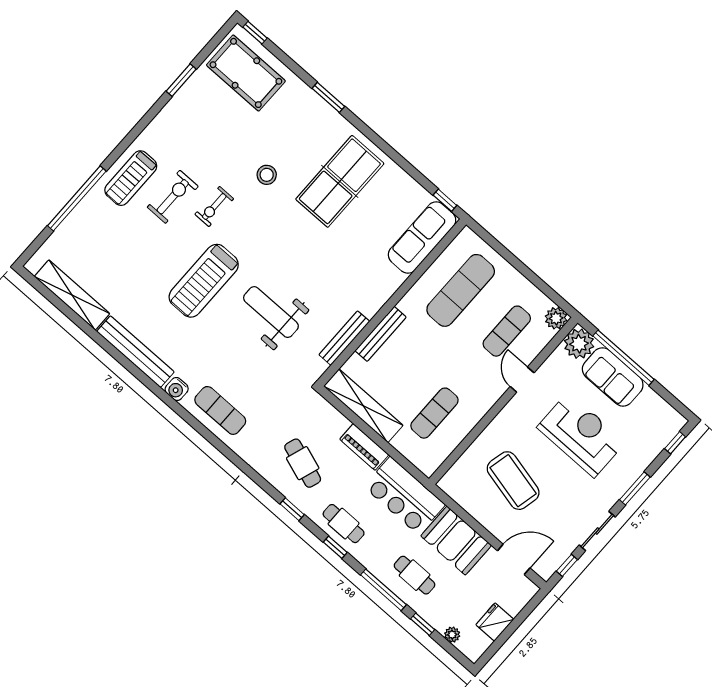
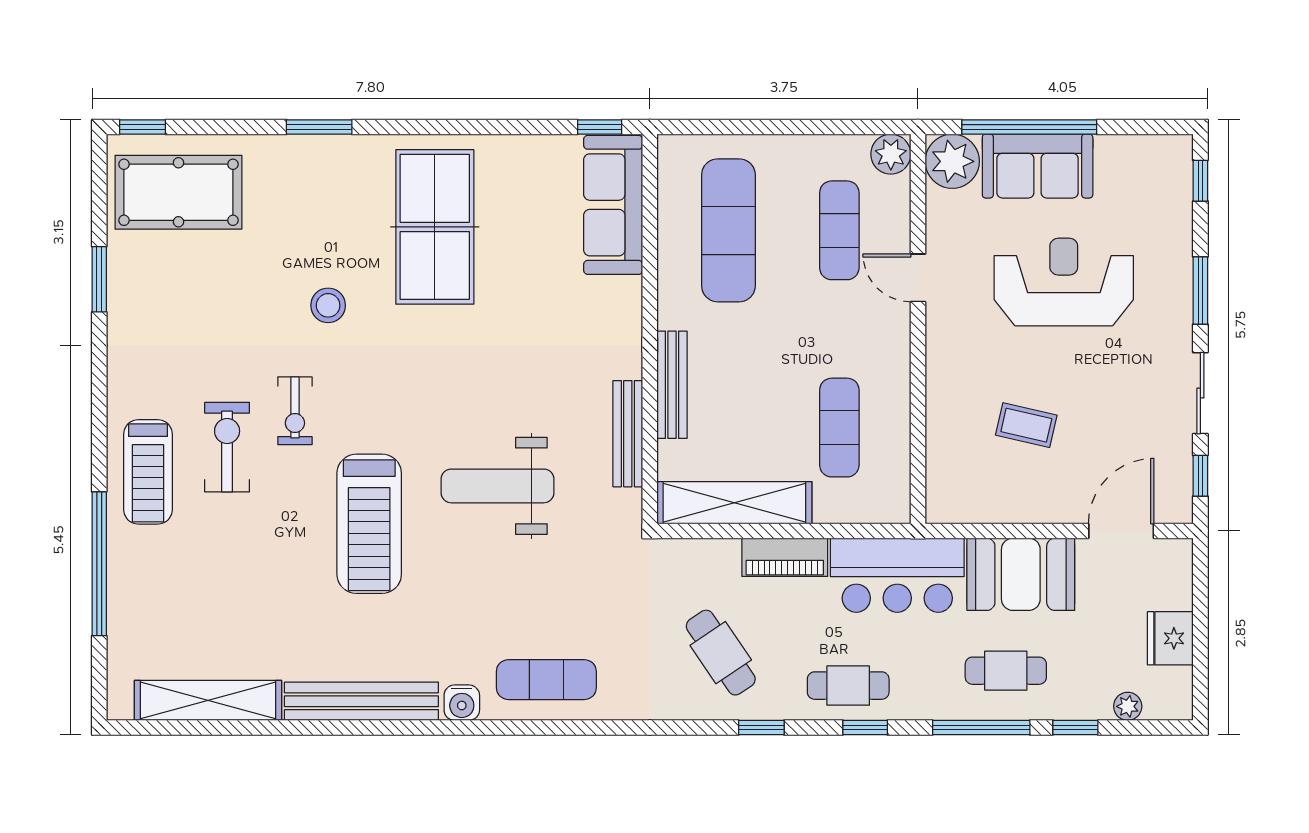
cafe table: (303, 463) -> (721, 653), turned 37
coffee table: (513, 481) -> (1026, 425), width x0.54, depth x0.58

